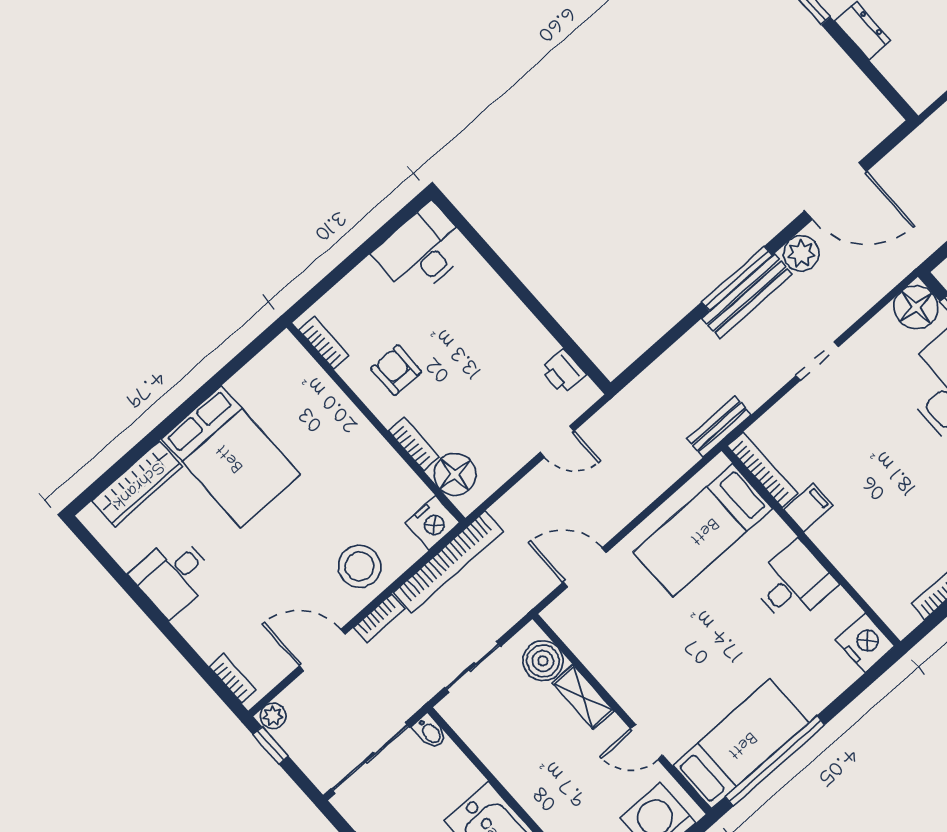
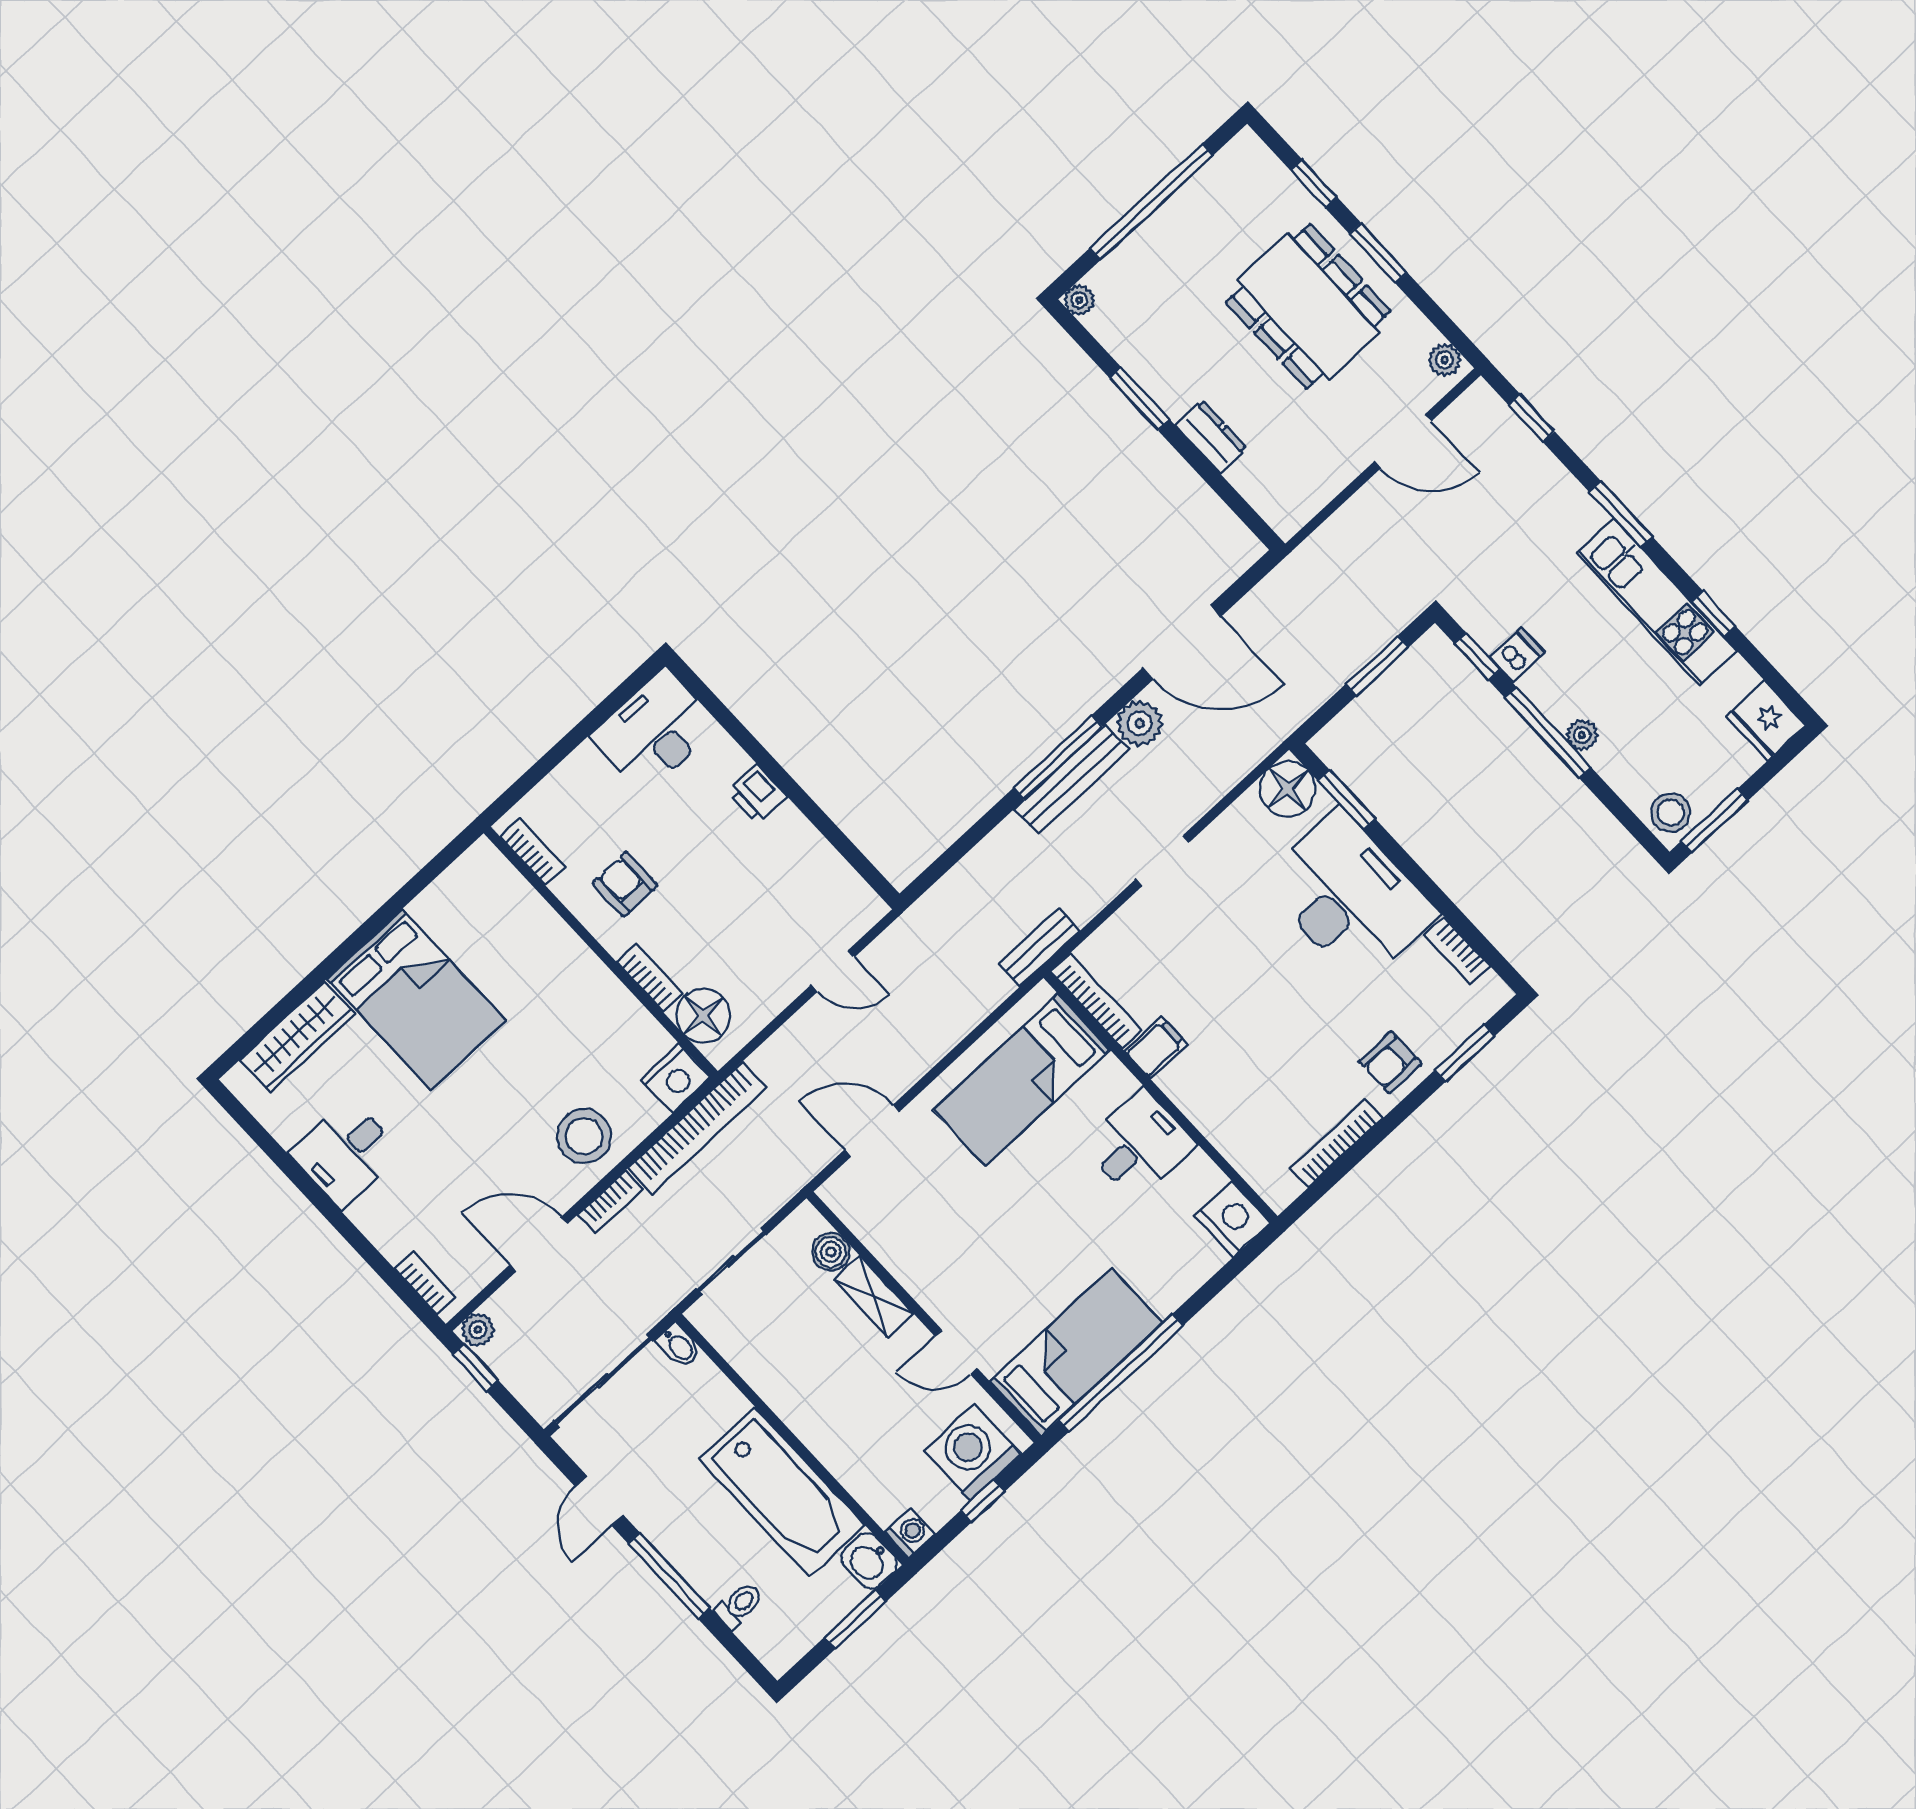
printer: (563, 372) -> (757, 794), moved
boiler: (543, 661) -> (831, 1252), width x0.73, depth x0.73

